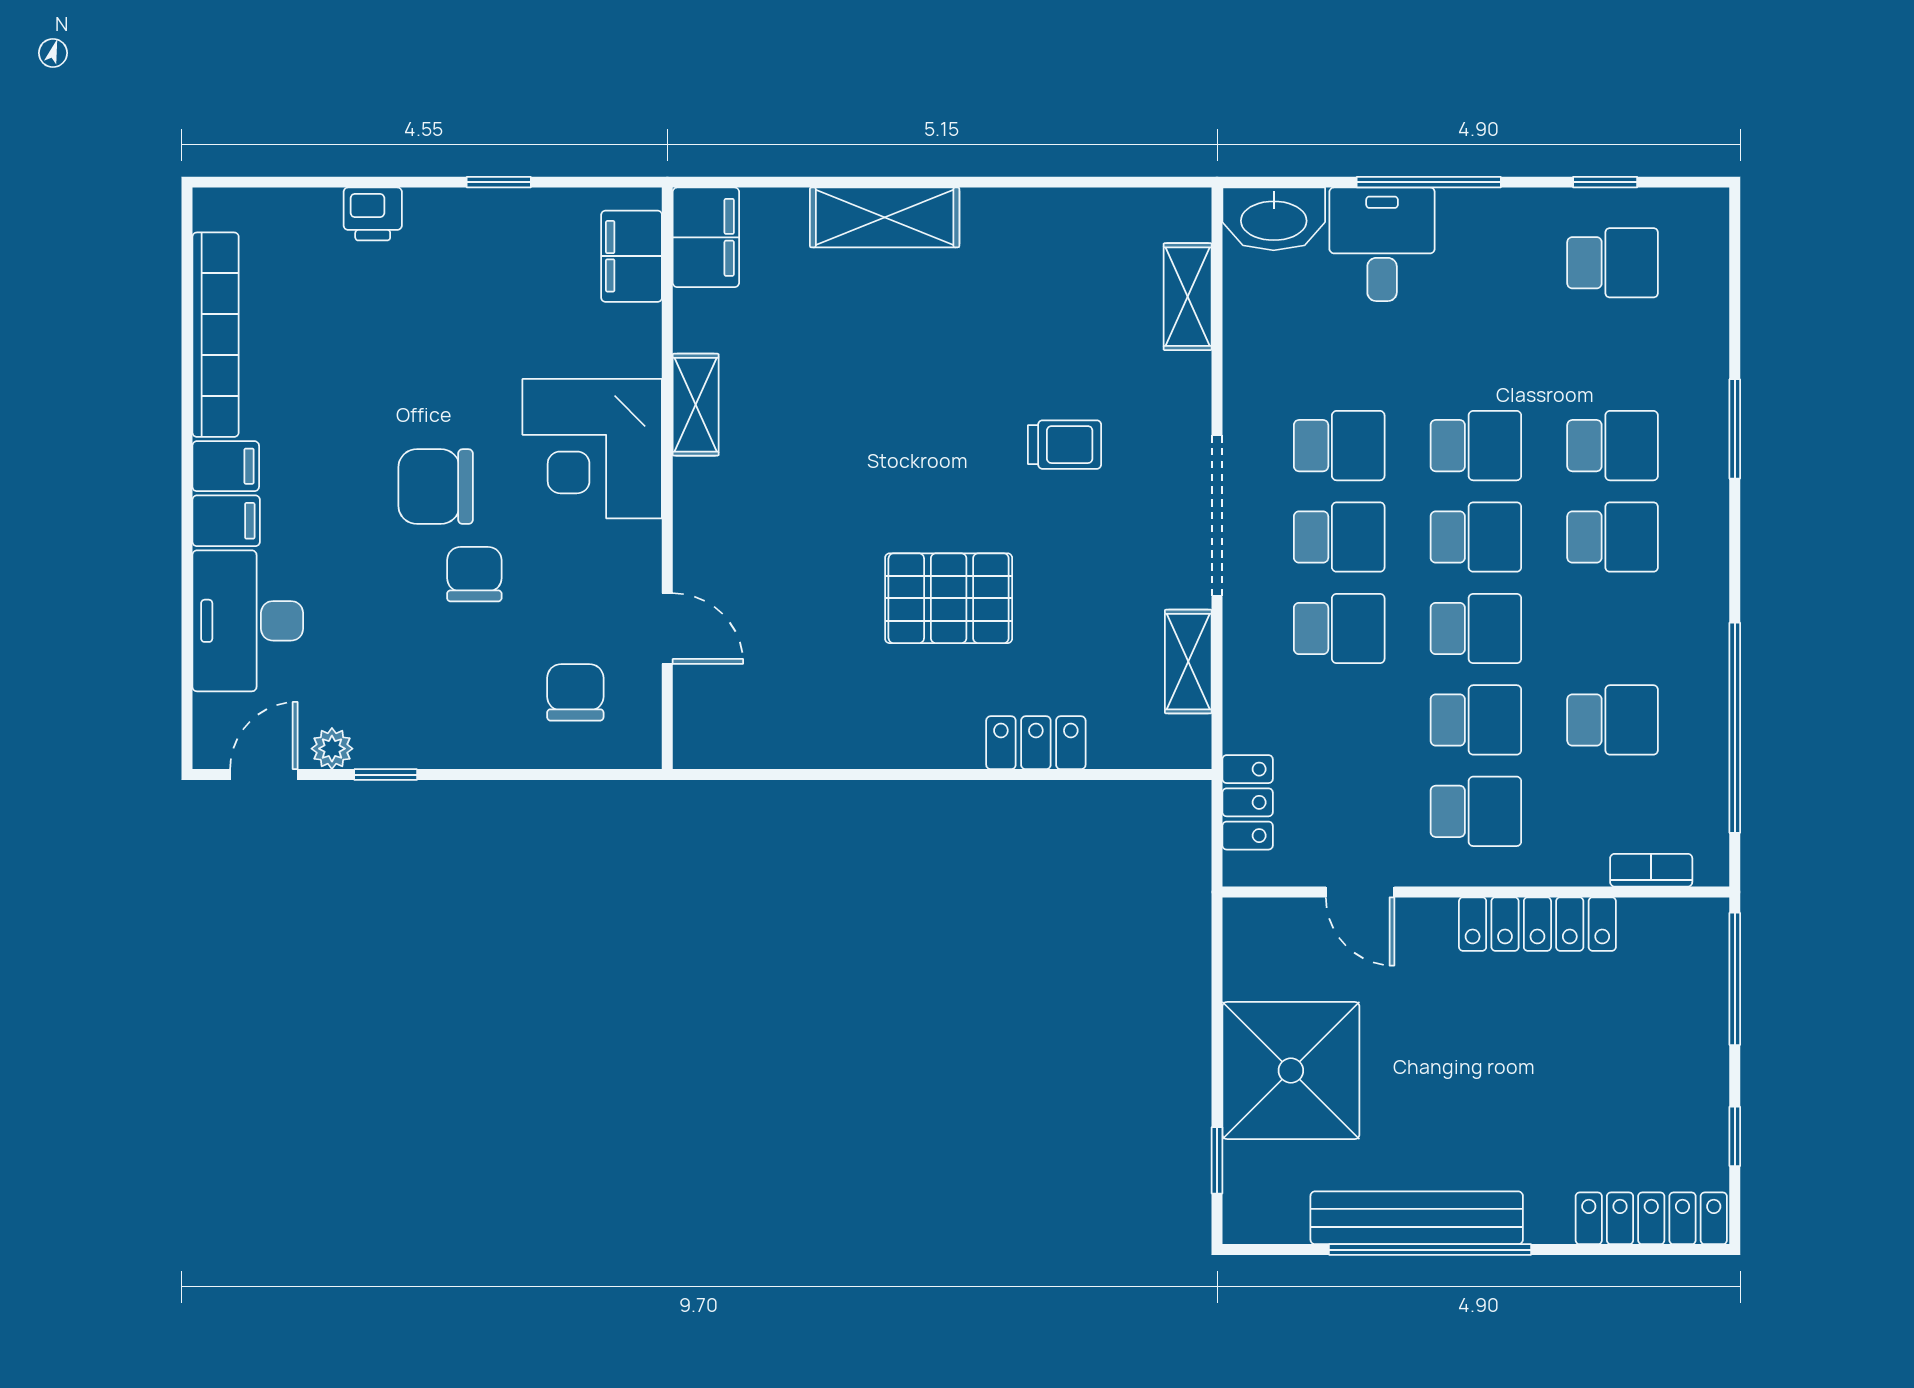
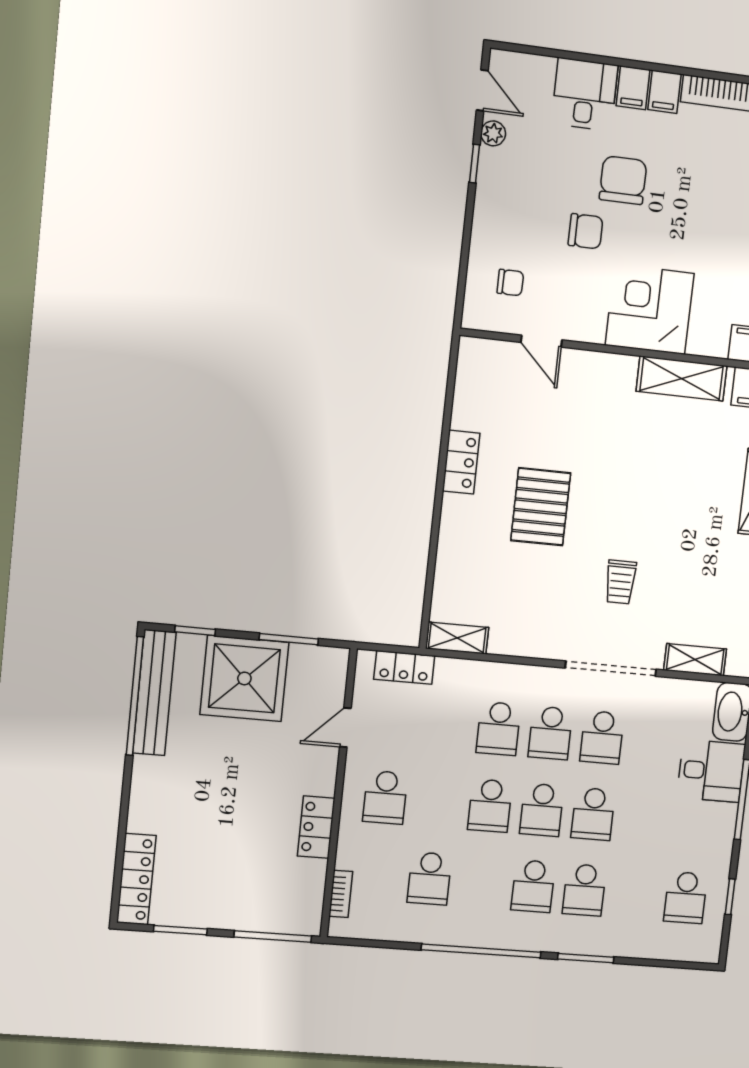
shelving: (696, 405) -> (682, 378), width x1.50, depth x1.33
chair: (436, 487) -> (623, 180), moved
doorway: (1217, 516) -> (611, 669), moved
desk: (248, 621) -> (585, 94), width x0.73
door: (667, 628) -> (541, 341), hinge flipped
shelving: (1188, 662) -> (457, 638), moved
chair: (575, 692) -> (510, 283), width x0.73, depth x0.73
school desk: (1476, 720) -> (438, 802), removed
window: (1735, 728) -> (481, 951), moved
locker: (1036, 743) -> (461, 462), moved
locker: (1537, 924) -> (316, 827), width x0.66
window: (1217, 1003) -> (289, 639), added
window: (1735, 1136) -> (180, 930), width x1.50
bench: (1417, 1218) -> (154, 693), moved
window: (1430, 1250) -> (135, 696), moved

